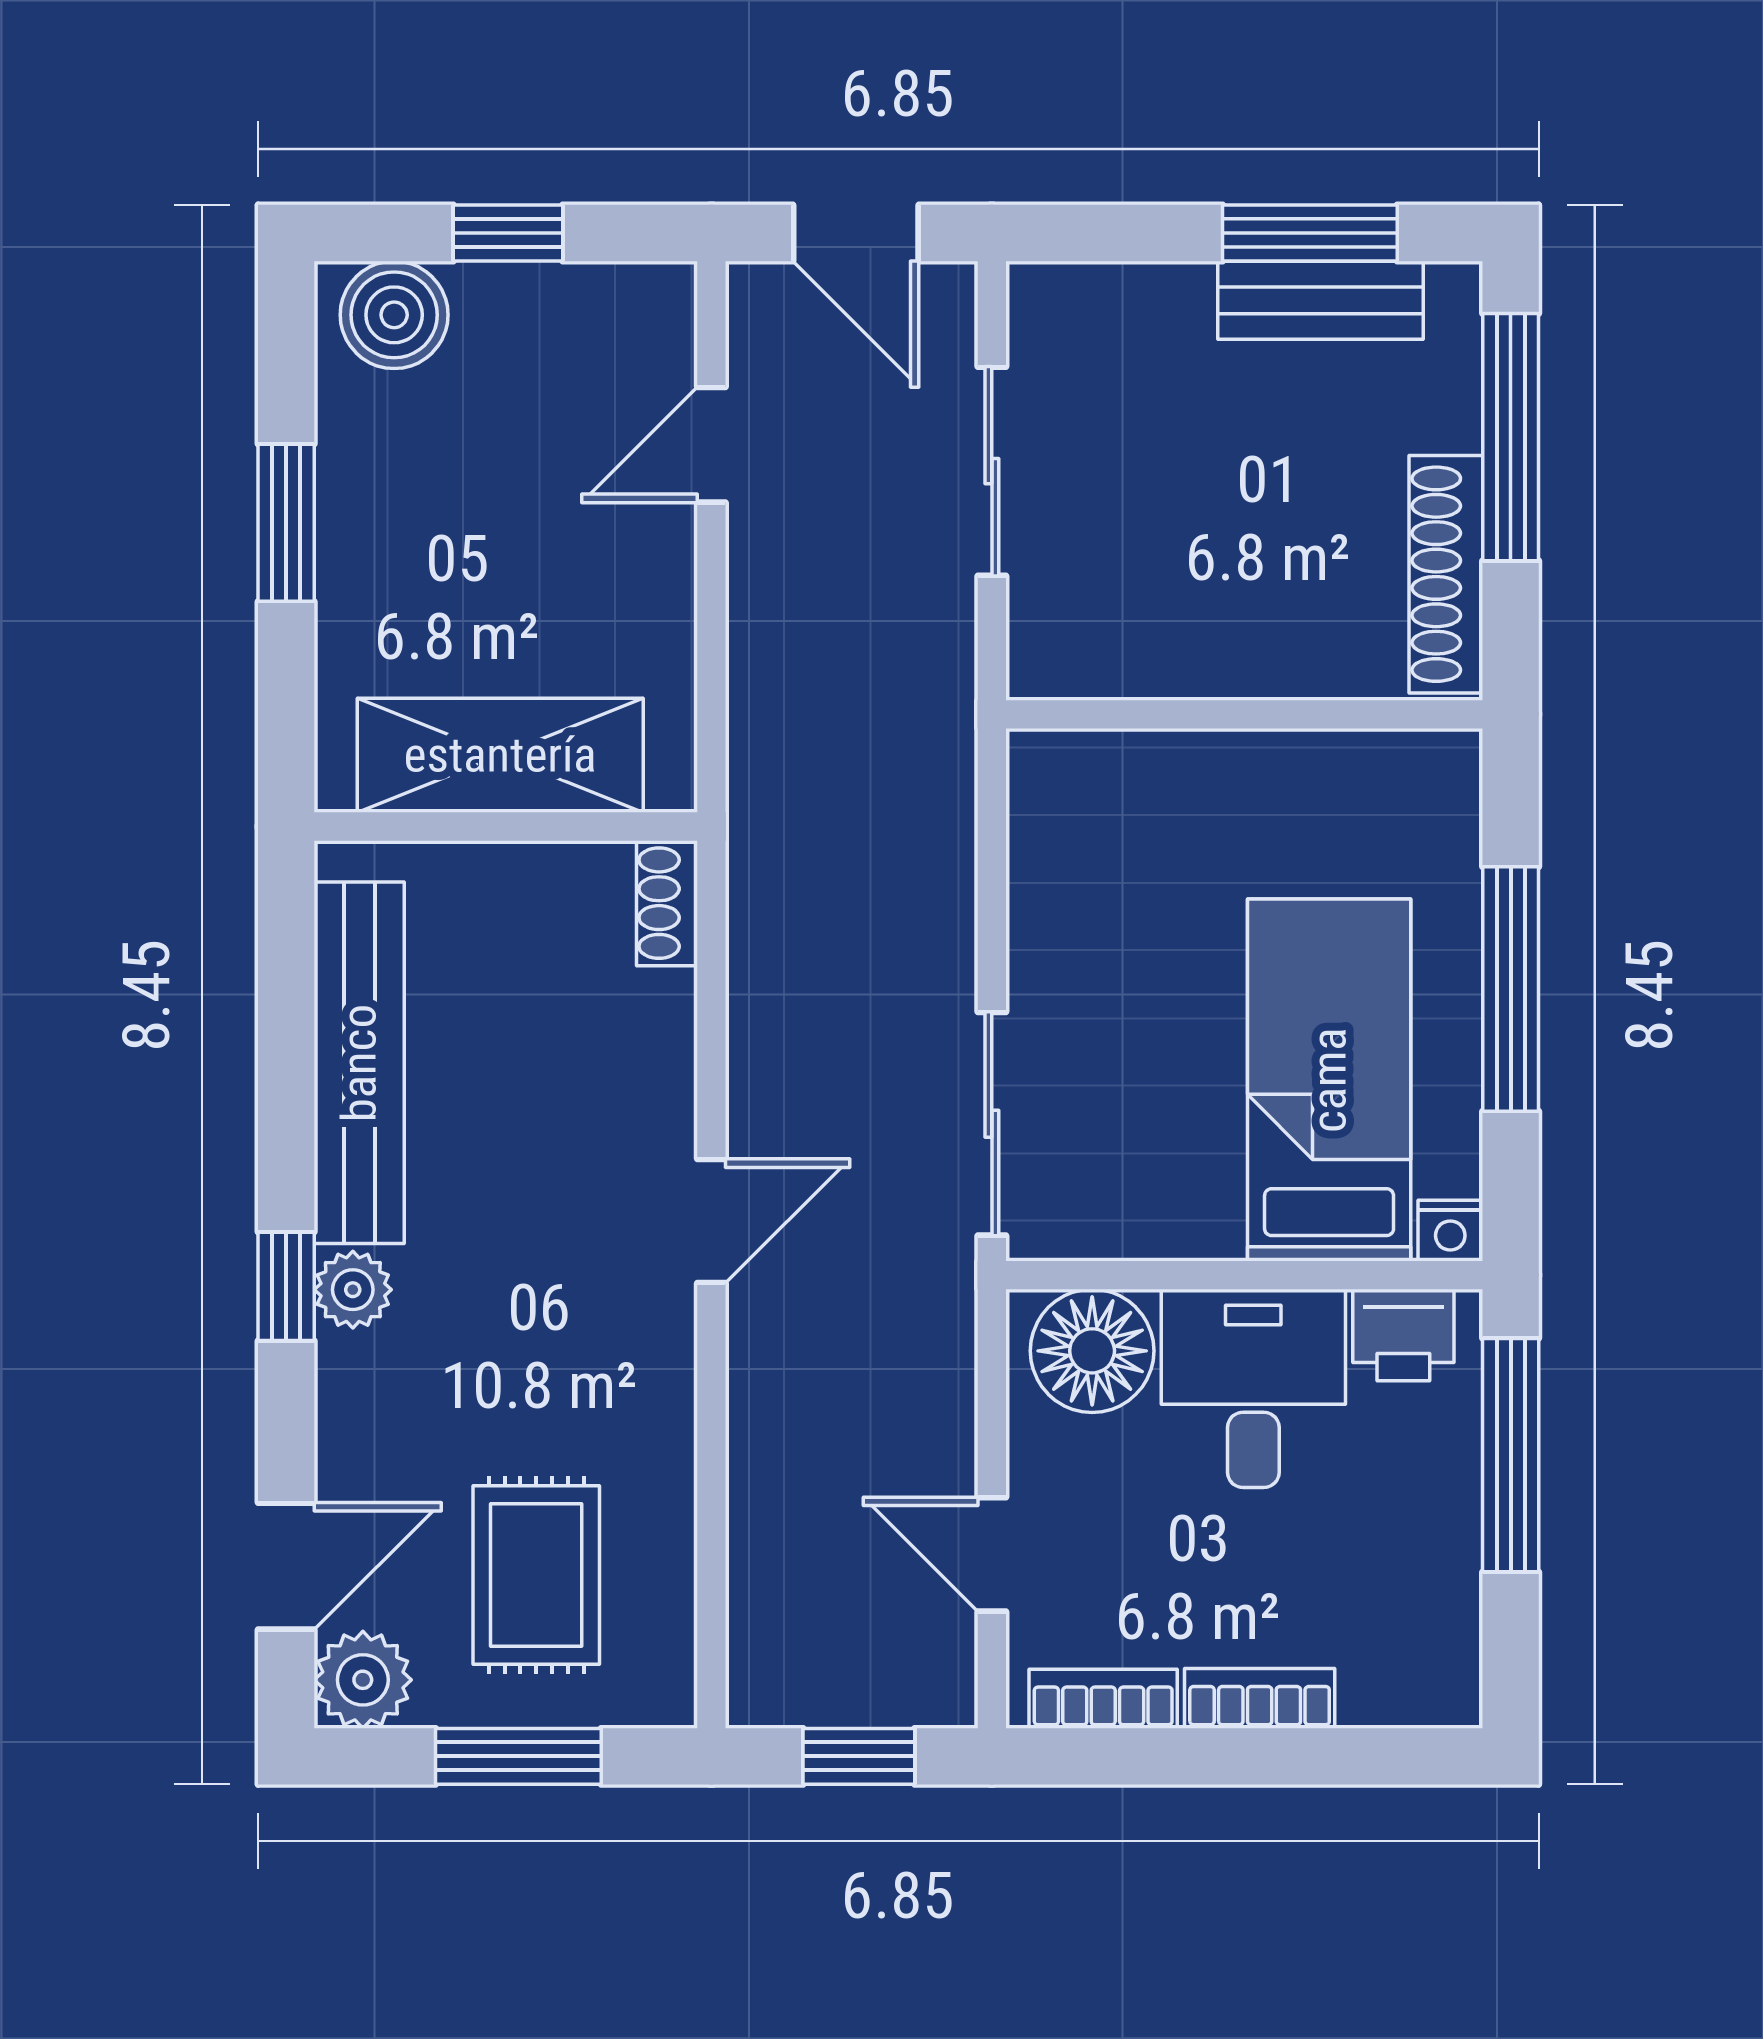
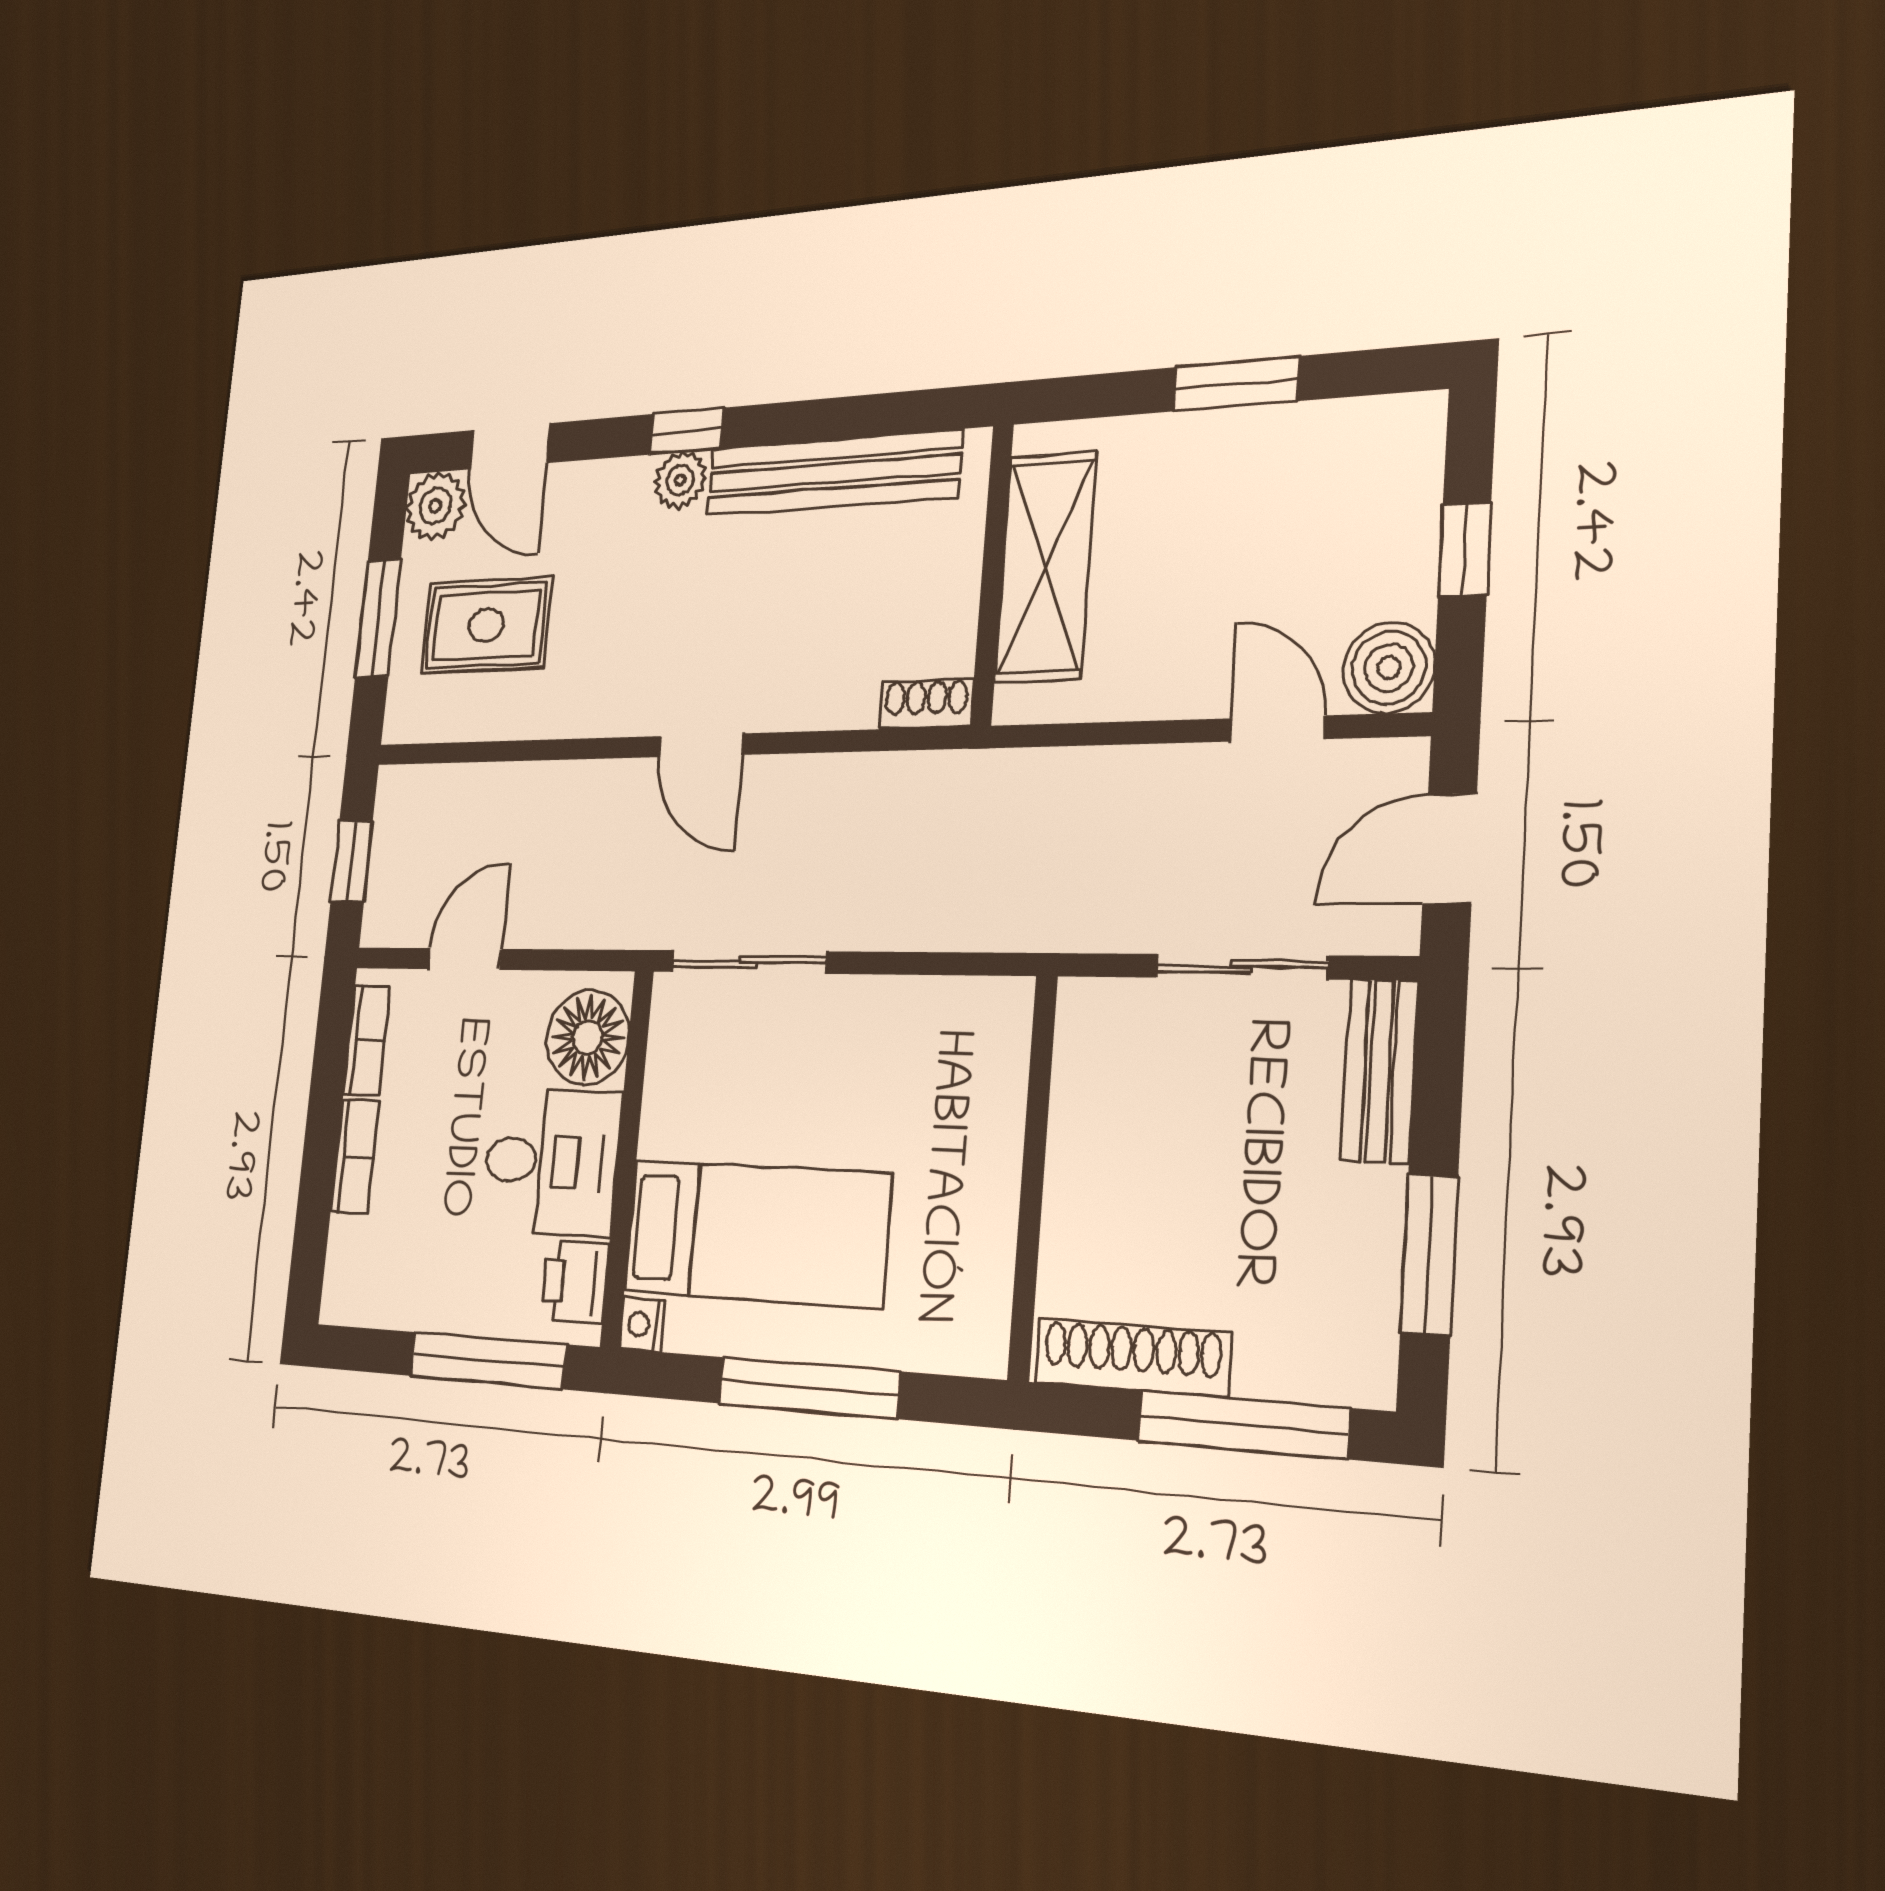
bench: (1320, 300) -> (1380, 1071), moved
boiler: (394, 315) -> (1389, 668), moved

